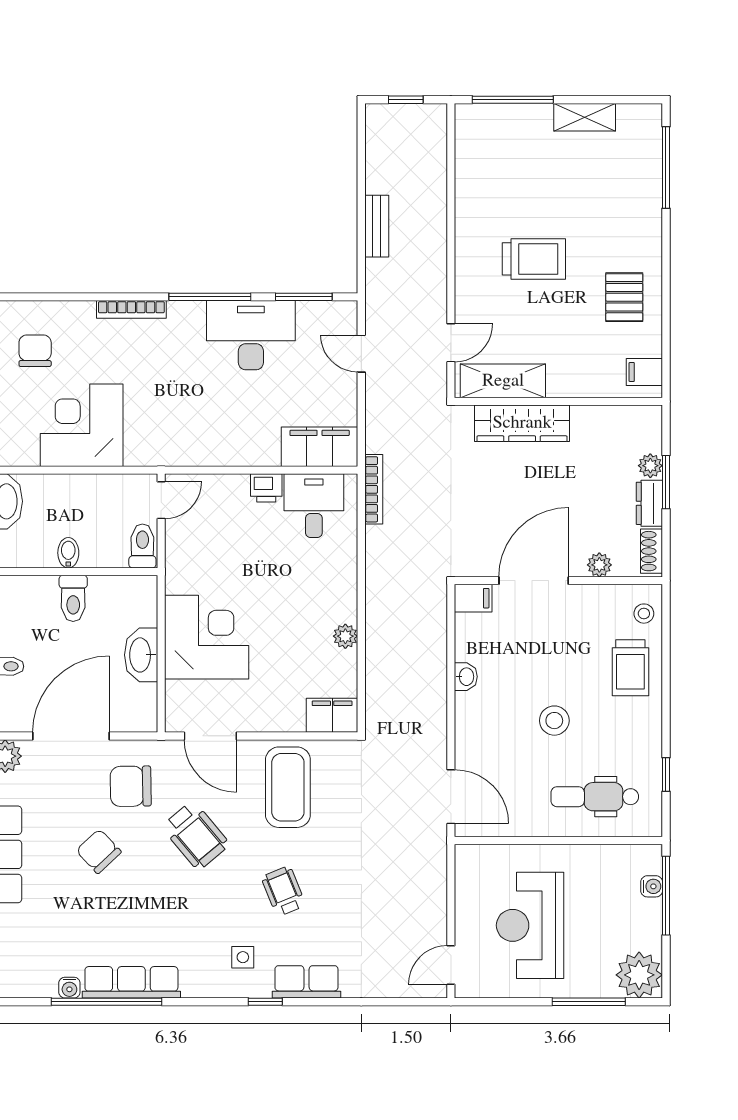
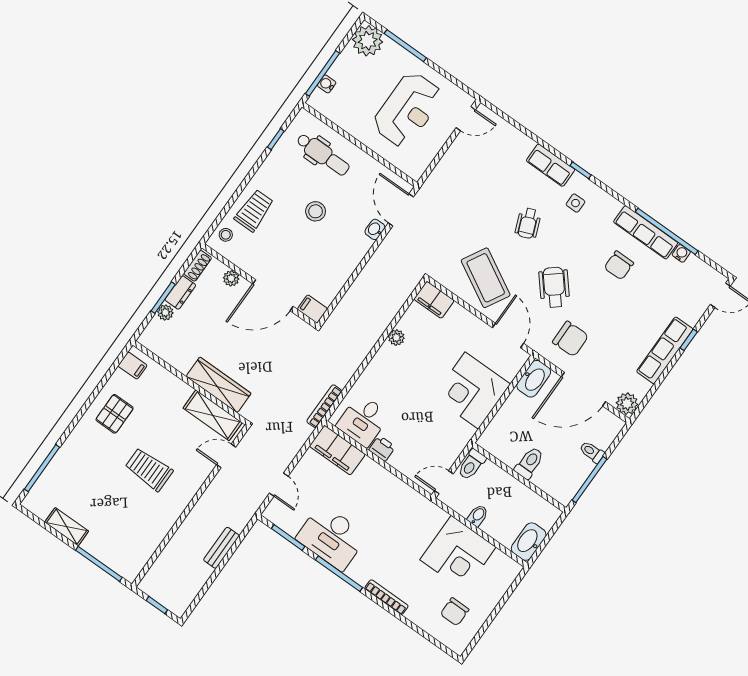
bidet: (68, 553) -> (478, 515), moved, turned 180
washbasin: (141, 655) -> (534, 379), moved
washbasin: (466, 677) -> (375, 229), moved
coffee table: (288, 787) -> (486, 278), turned -61
chair: (99, 851) -> (619, 265), moved, turned 43

